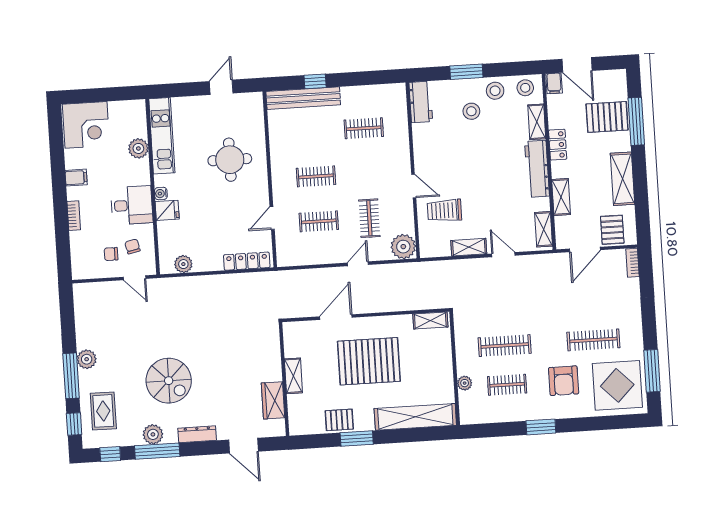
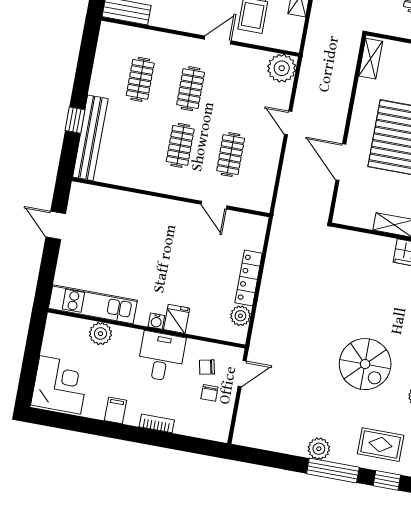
round table: (230, 160) -> (138, 236), removed
clothes rail: (369, 218) -> (191, 89), moved, turned 90
locker: (247, 261) -> (249, 278), moved
spiral stairs: (169, 381) -> (365, 364), turned 90

